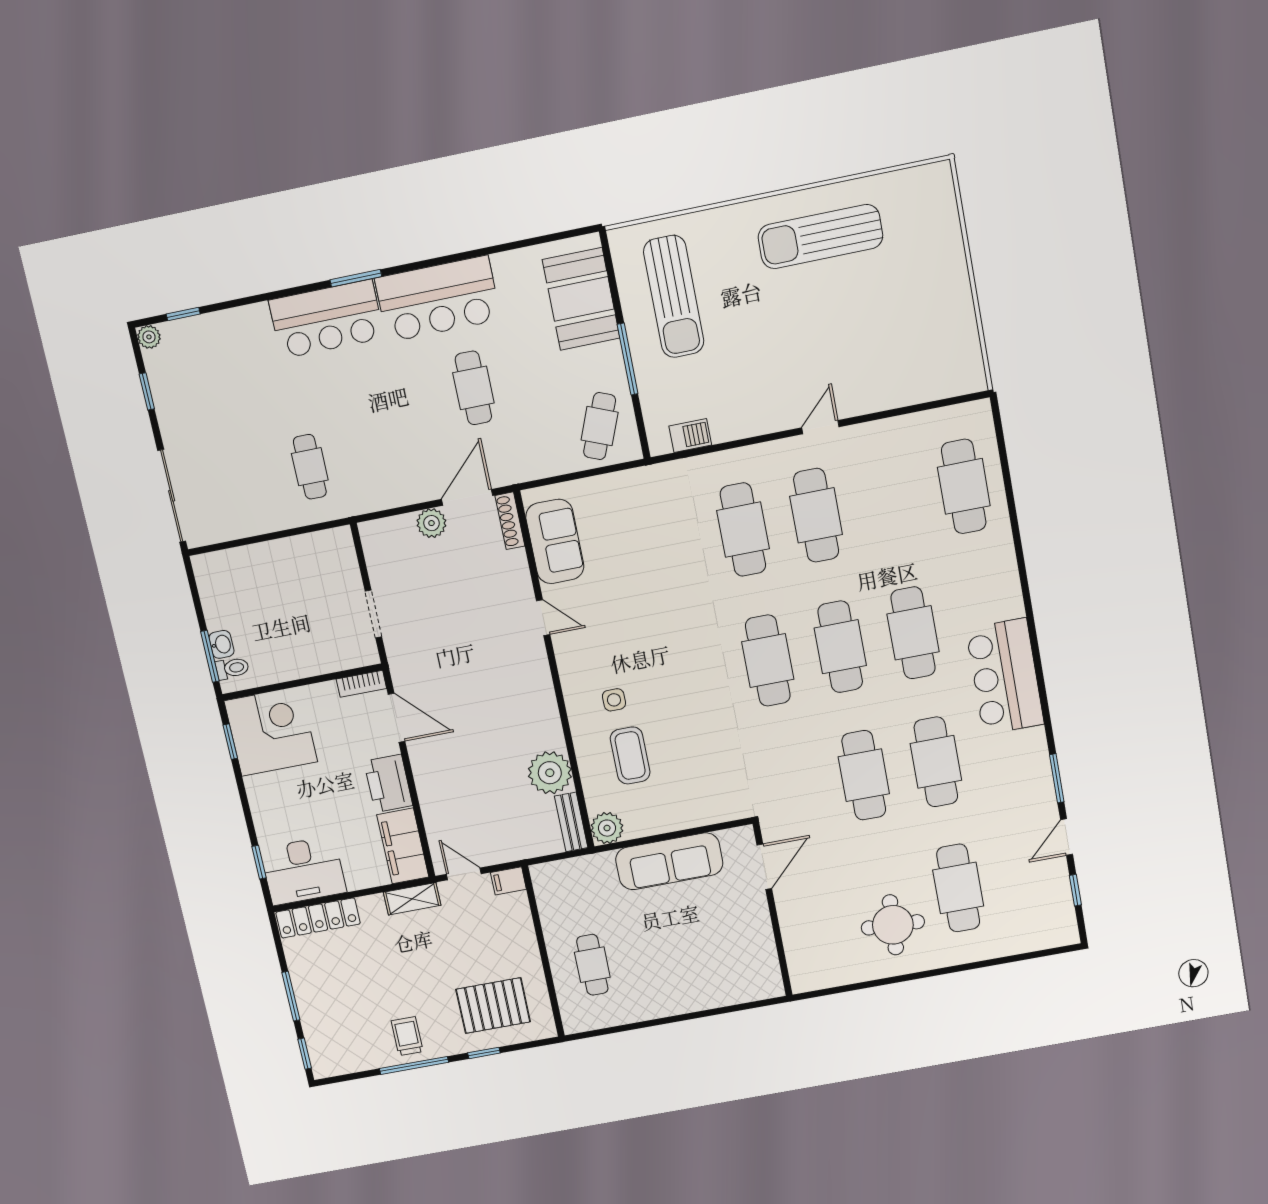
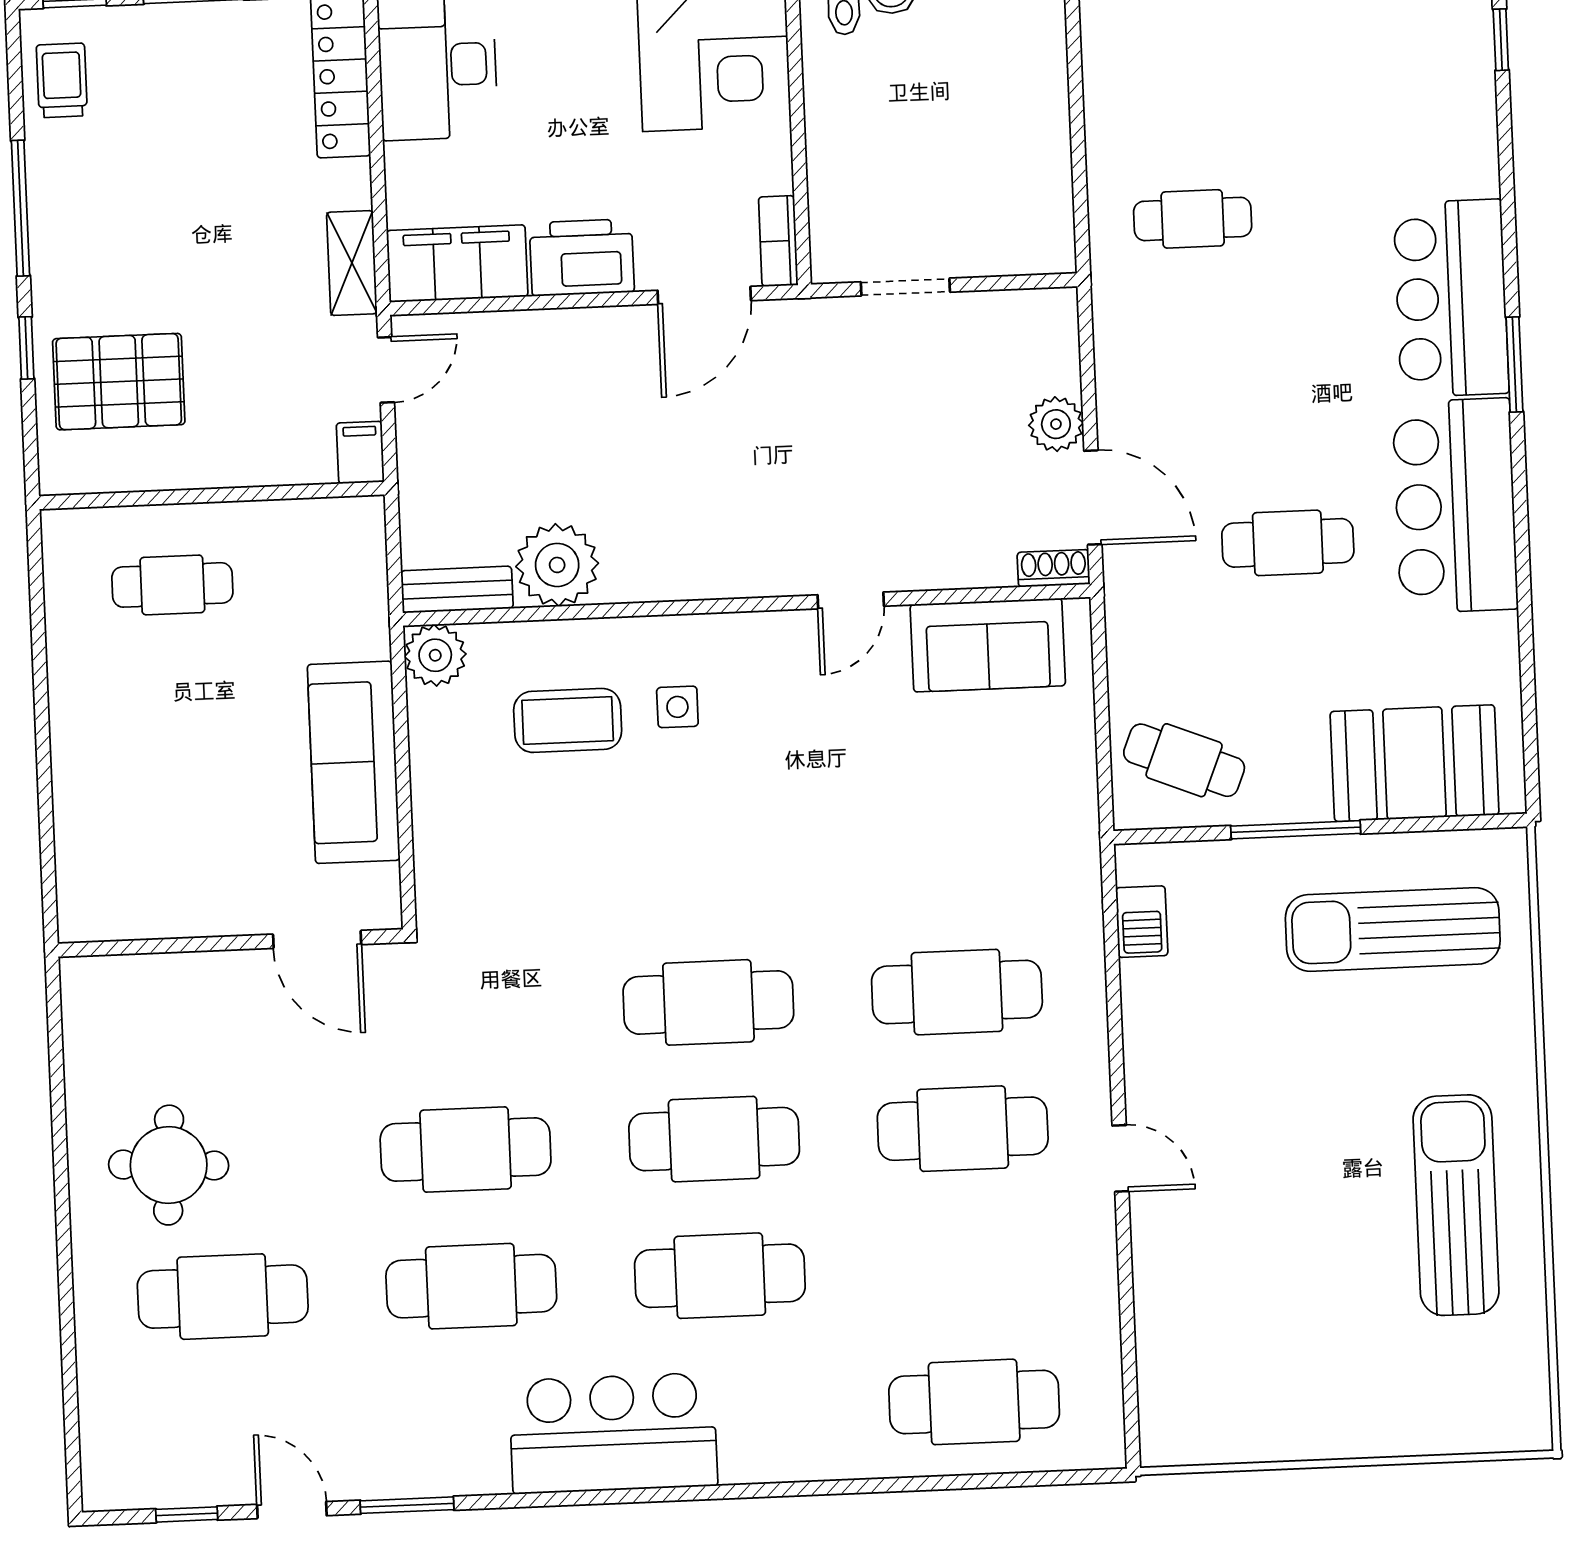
shoe rack: (510, 521) -> (1054, 568), width x0.70
pallet: (493, 1006) -> (119, 382), turned 90
trolley: (407, 1036) -> (62, 80), moved, turned -90

